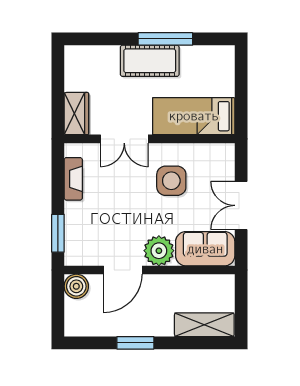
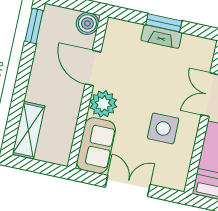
fireplace: (73, 179) -> (161, 37), moved
window: (58, 233) -> (164, 23), moved
window: (135, 343) -> (34, 26), moved

